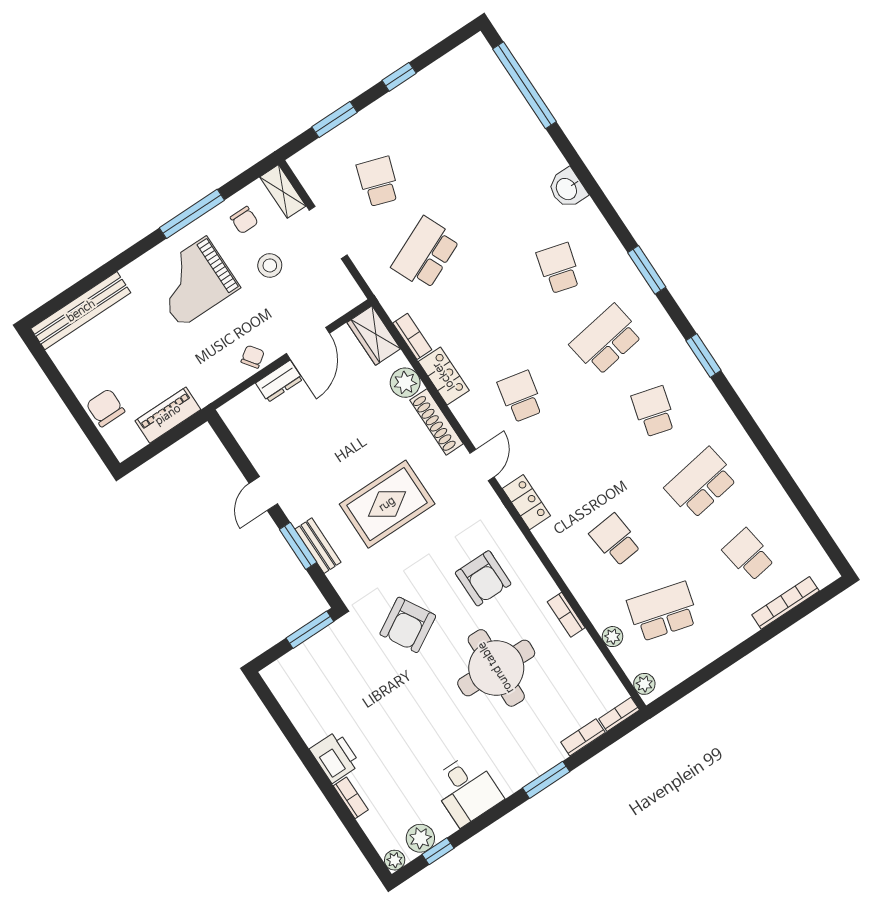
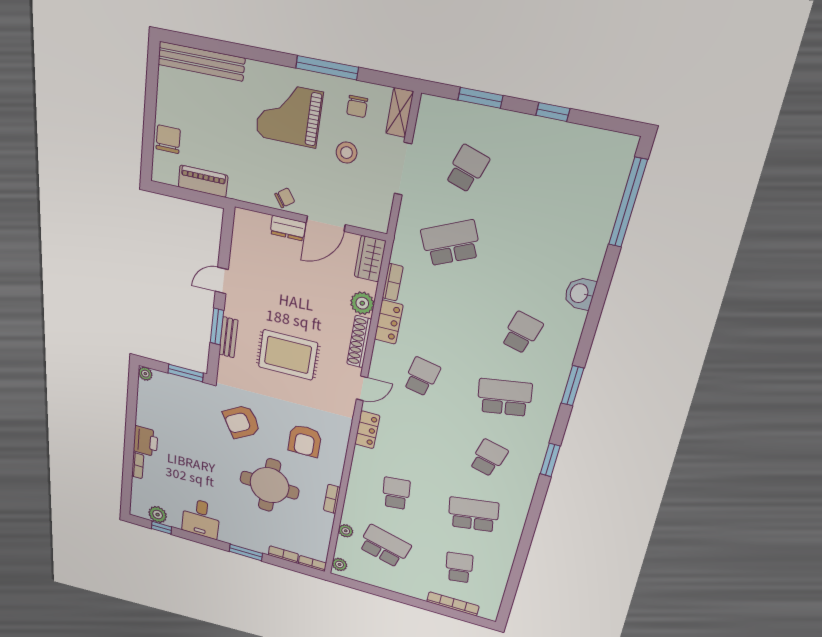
plant: (395, 860) -> (145, 374), moved

